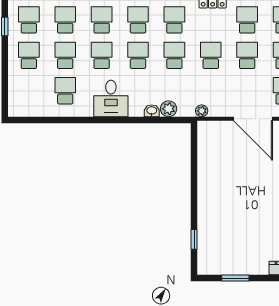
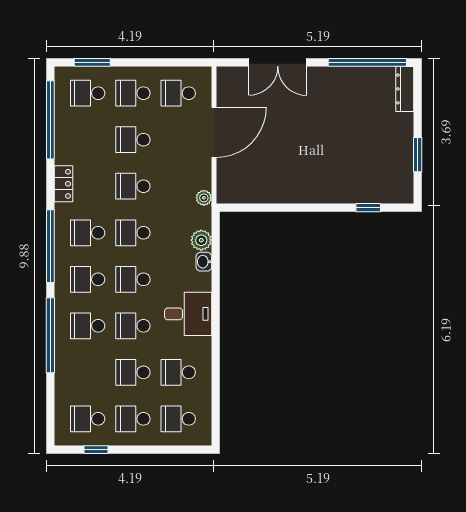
school desk: (65, 20) -> (178, 419), moved
school desk: (247, 20) -> (88, 140), removed

